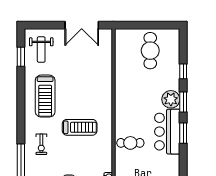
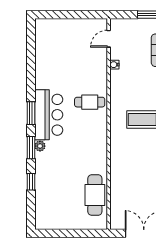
cafe table: (150, 51) -> (95, 195), moved
plant: (171, 99) -> (40, 146), width x0.53, depth x0.53

